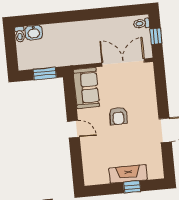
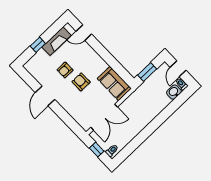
door: (11, 52) -> (178, 69), added
door: (73, 129) -> (84, 33), moved
armchair: (125, 140) -> (65, 70), added
fireplace: (128, 174) -> (56, 41), moved

